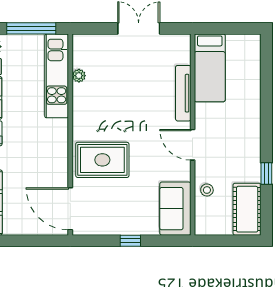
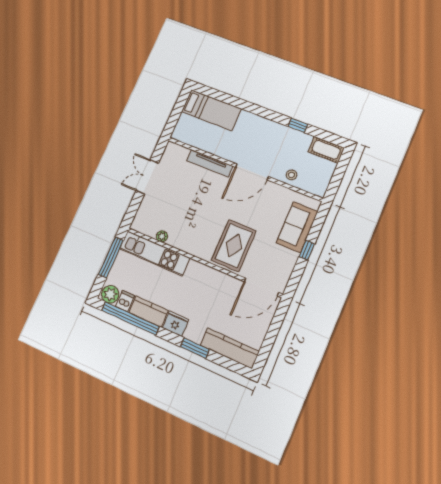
bed: (210, 68) -> (211, 110), moved
door: (193, 145) -> (252, 172), width x1.36
sofa: (175, 209) -> (297, 227), moved, turned 90
cot: (247, 209) -> (326, 150), width x0.73, depth x0.75

